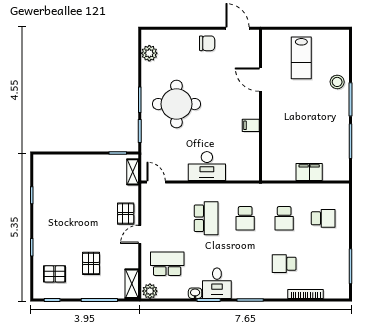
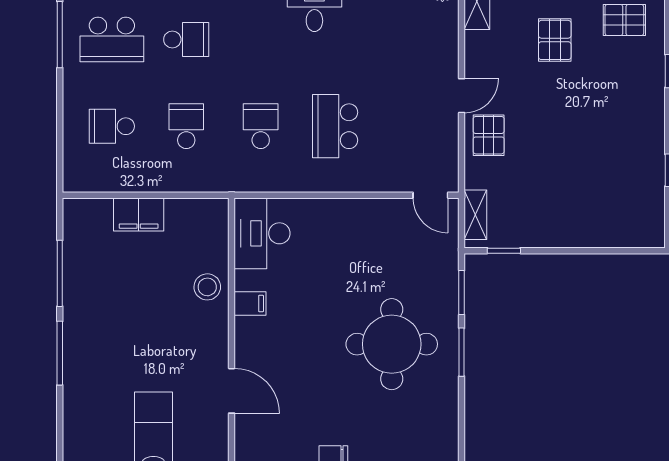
plant: (149, 53) -> (444, 441), removed
stool: (337, 82) -> (207, 287), moved
desk: (207, 166) -> (262, 233), moved, turned -90
school desk: (167, 264) -> (112, 39), moved

